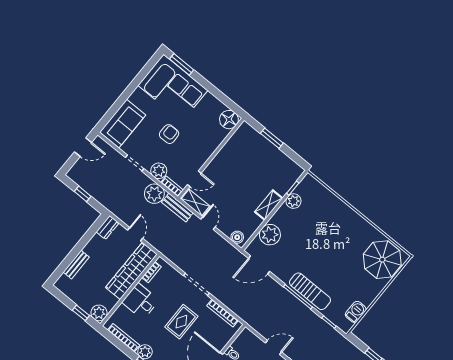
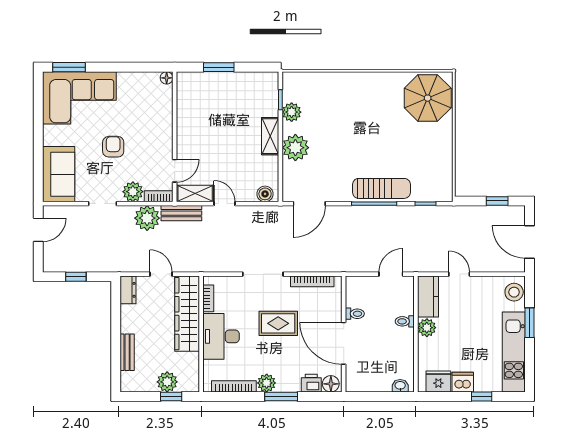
floor lamp: (229, 120) -> (167, 78), width x0.53, depth x0.53
plant: (270, 235) -> (295, 148), moved
desk: (141, 301) -> (221, 336), width x1.37
barbecue: (356, 312) -> (444, 172), removed
plant: (99, 313) -> (167, 382), moved
rug: (181, 322) -> (278, 323), turned 90

